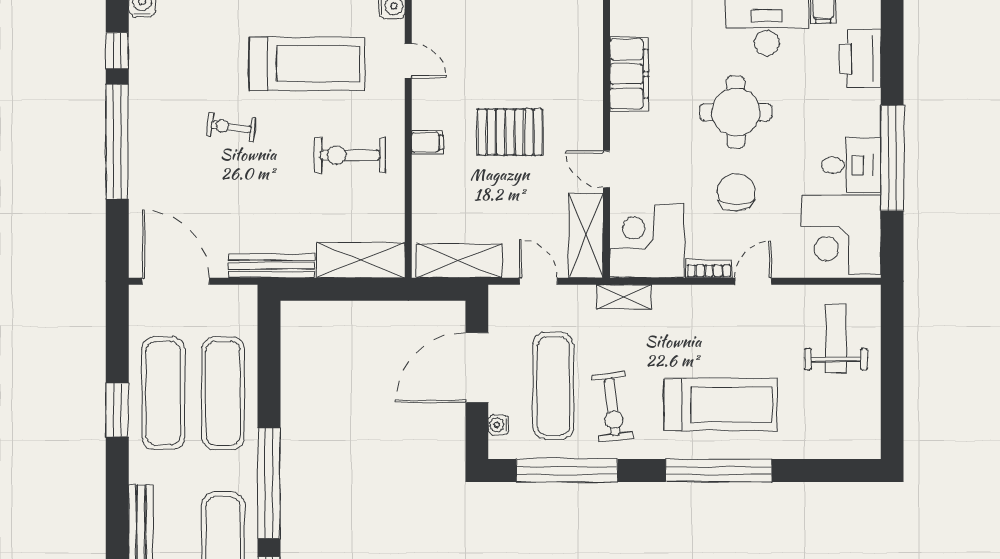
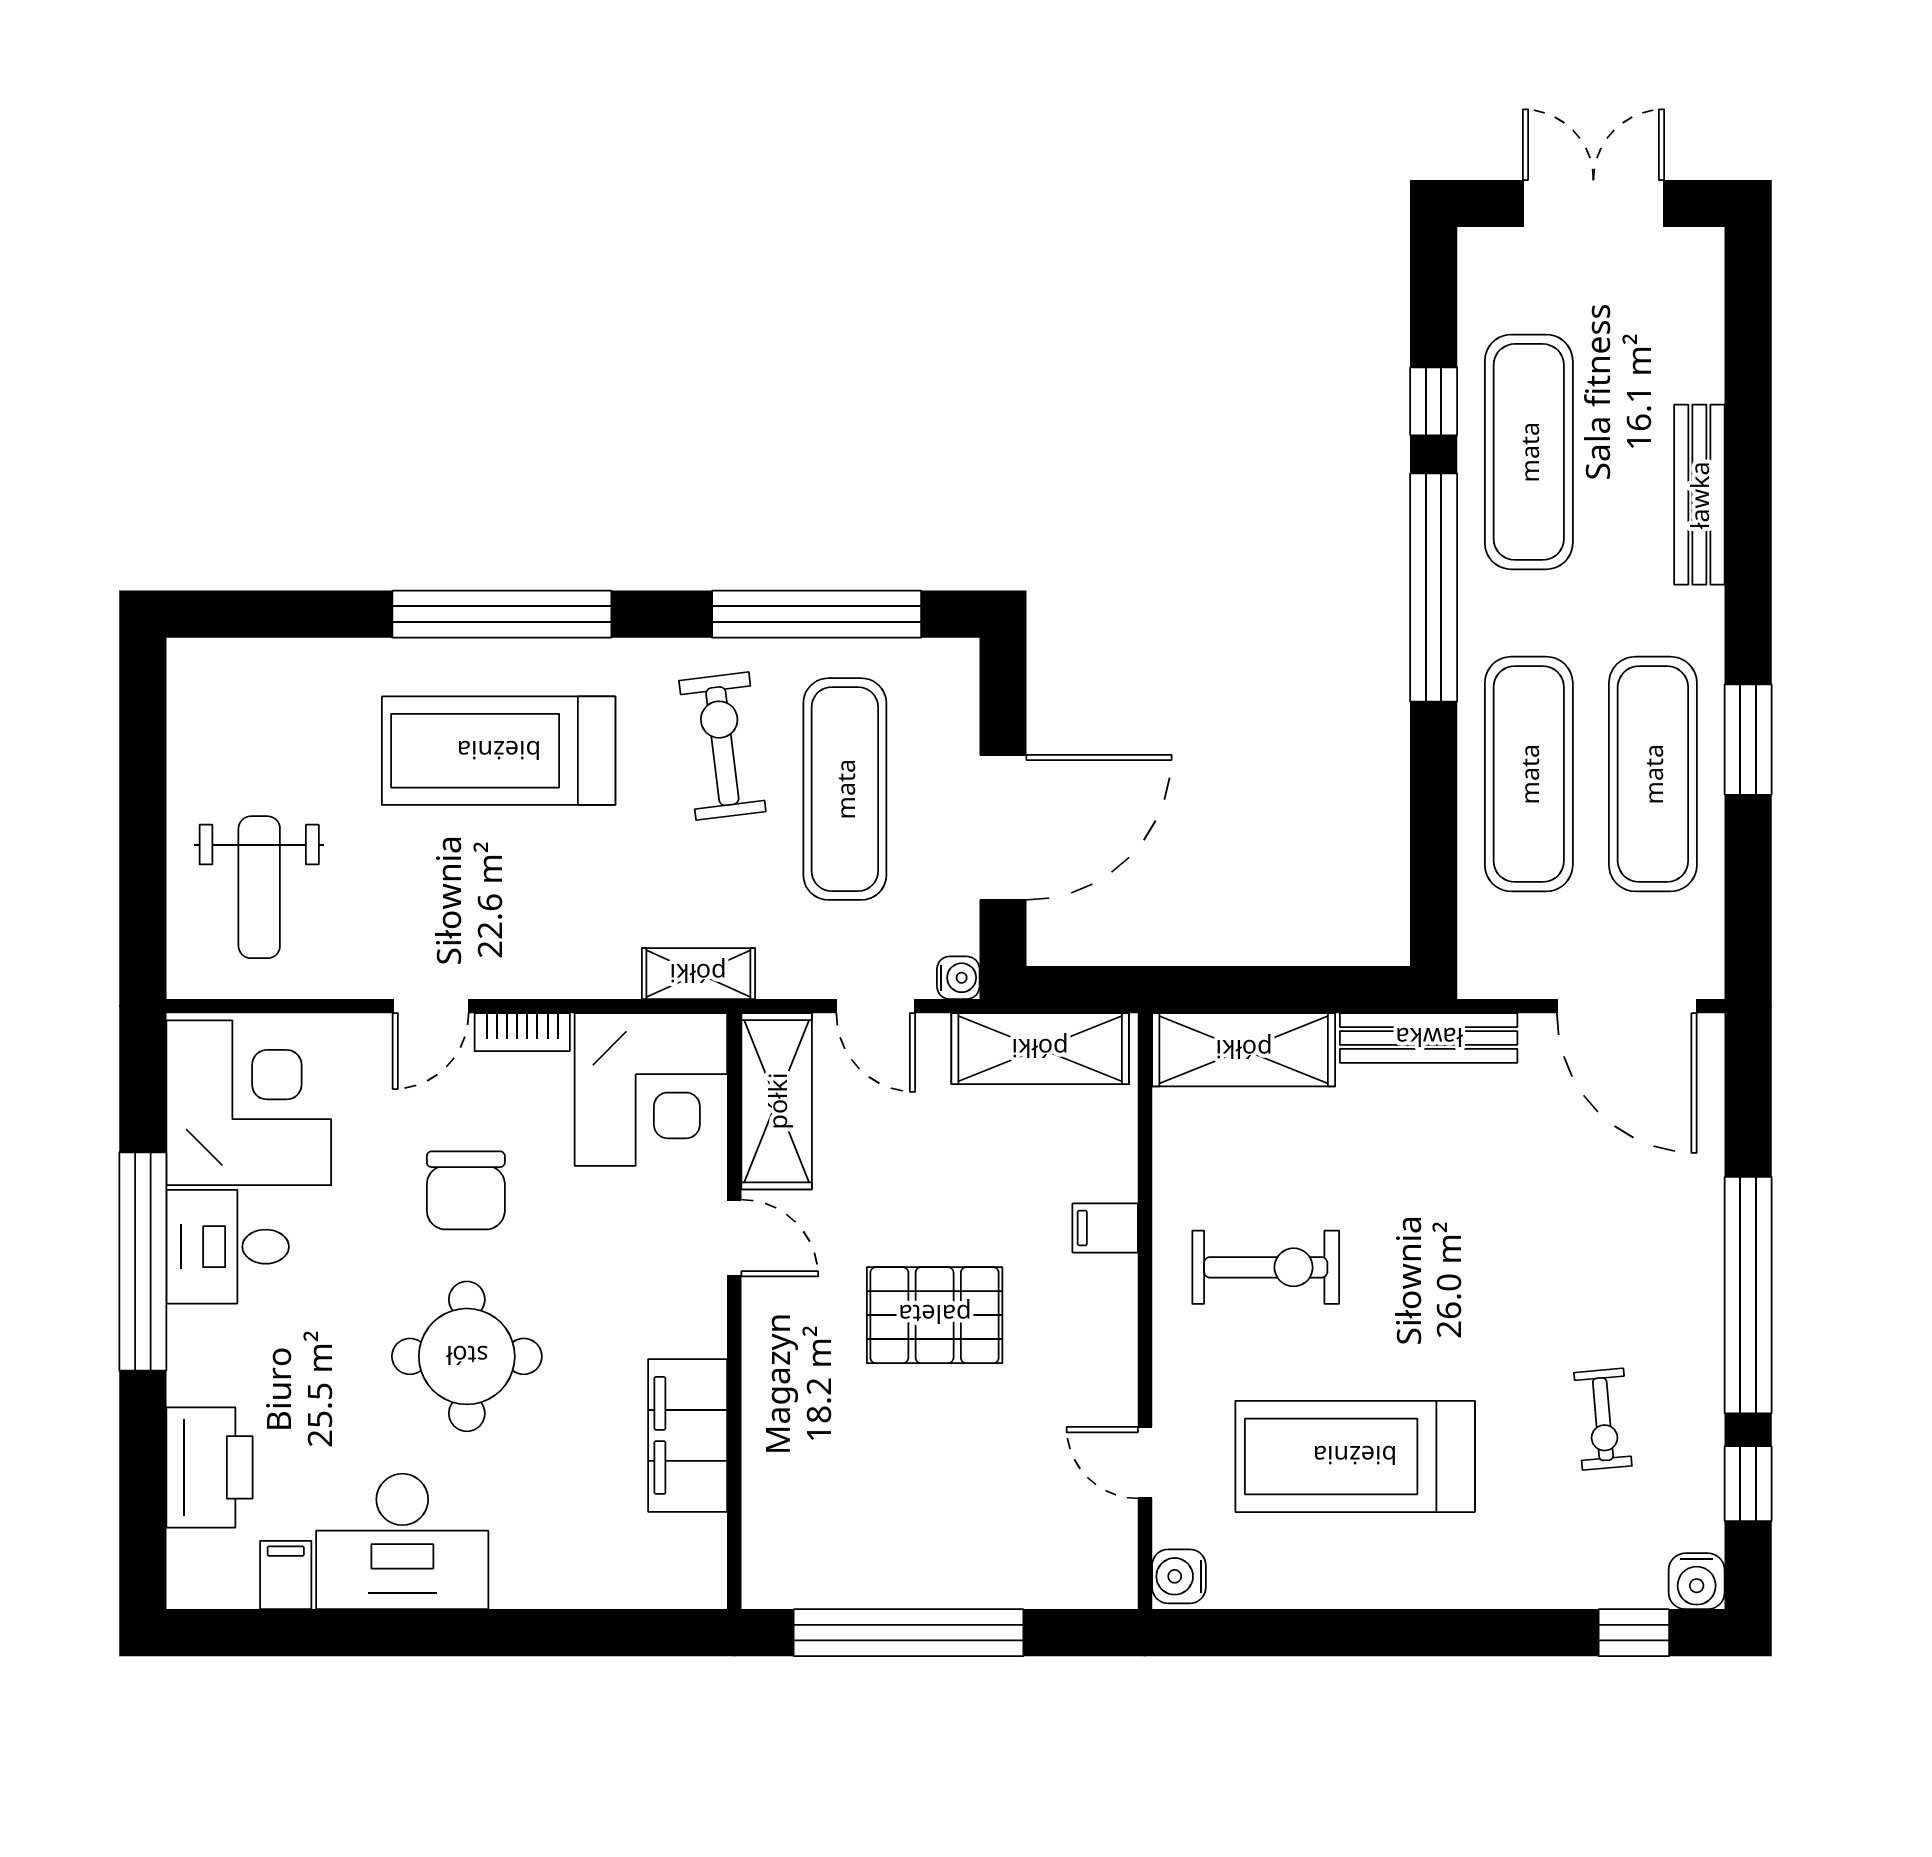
exercise bike: (231, 127) -> (1603, 1419), moved, turned 78
filing cabinet: (428, 142) -> (1105, 1228), moved
water cooler: (498, 425) -> (958, 978), moved

